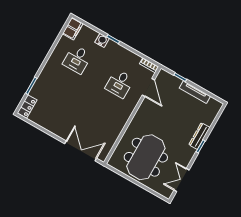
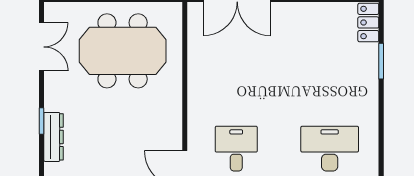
desk: (77, 59) -> (330, 149), width x1.37
meeting table: (146, 157) -> (123, 51), turned 90

